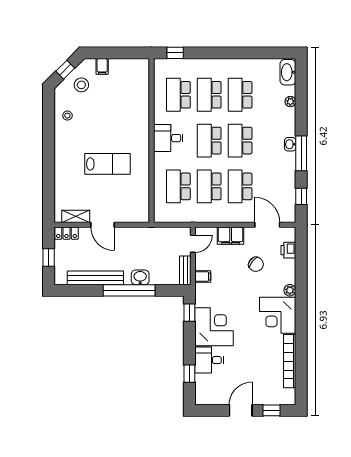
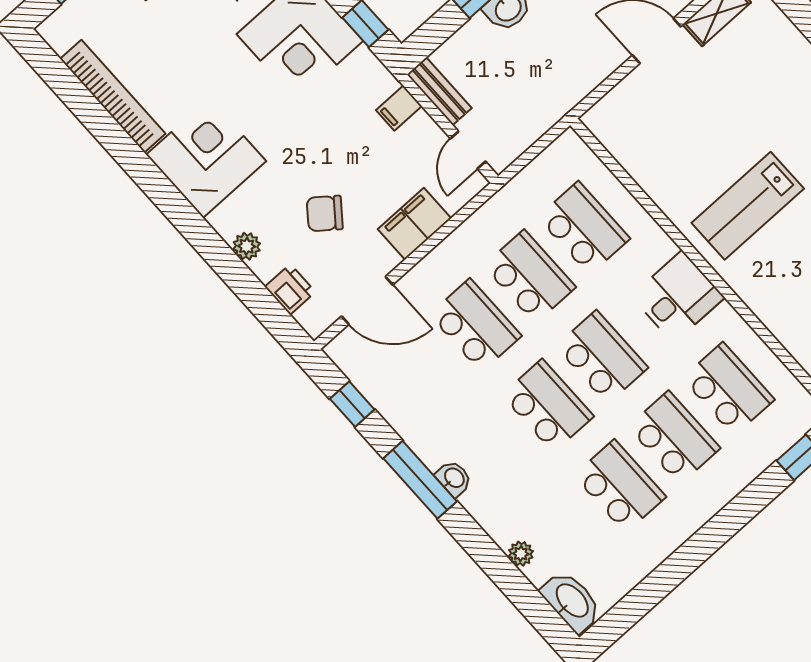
lab bench: (107, 164) -> (748, 206), moved
plant: (290, 290) -> (247, 246), moved

